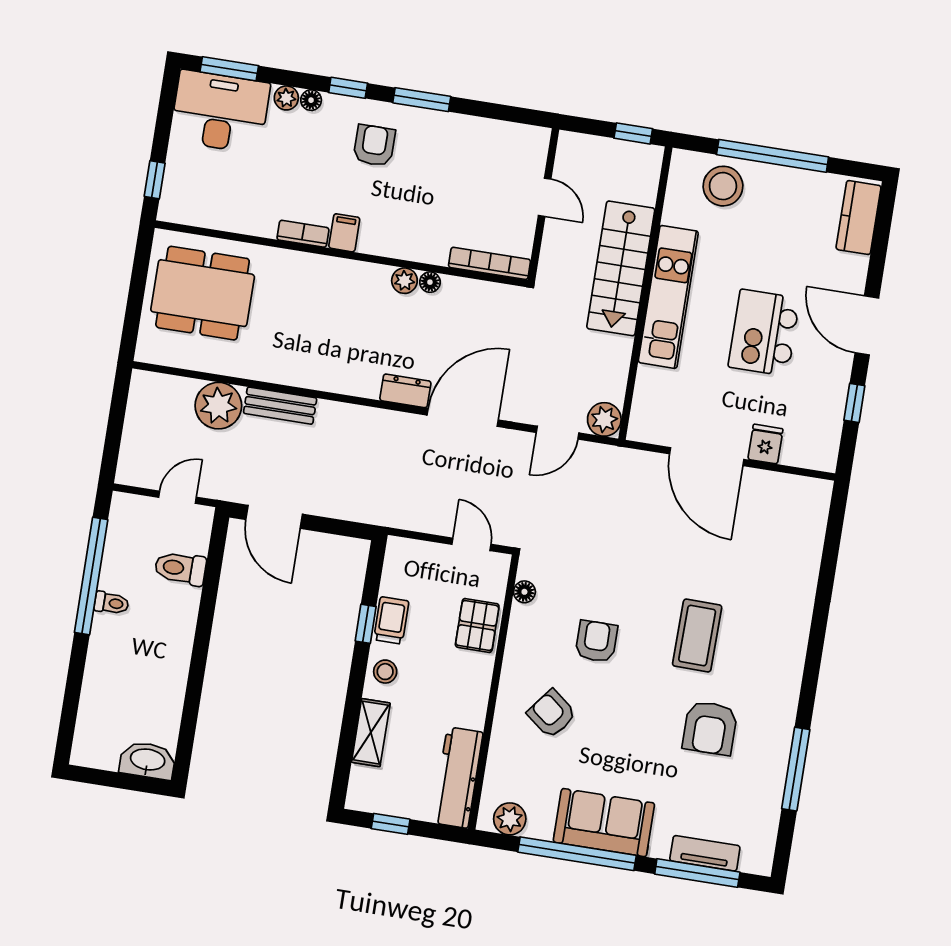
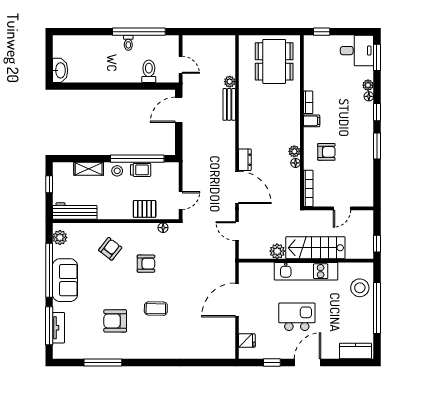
desk: (220, 112) -> (357, 51), width x0.73
armchair: (374, 145) -> (326, 152), moved
plant: (218, 406) -> (230, 82), width x0.53, depth x0.53
plant: (604, 419) -> (277, 251), moved
fridge: (765, 444) -> (247, 341), moved
window: (366, 624) -> (137, 159), width x3.17
coffee table: (697, 636) -> (156, 309), width x0.73, depth x0.77

